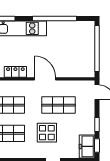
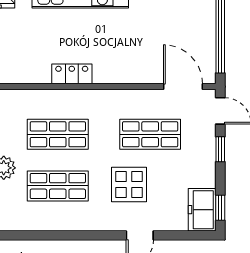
door: (45, 79) -> (183, 87), moved
window: (97, 125) -> (220, 149), moved

